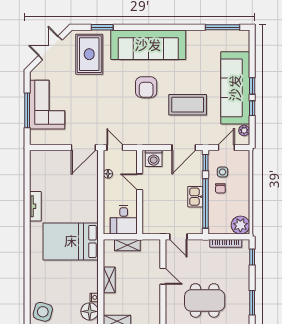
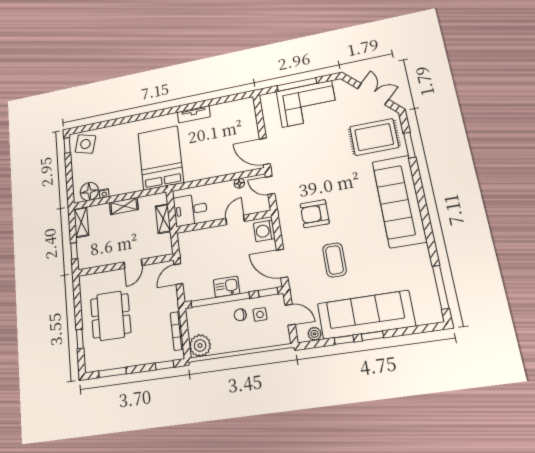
armchair: (146, 87) -> (315, 214), moved
coffee table: (188, 105) -> (334, 260), width x0.73, depth x0.76
door: (115, 148) -> (270, 185), swing flipped

